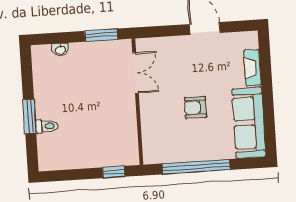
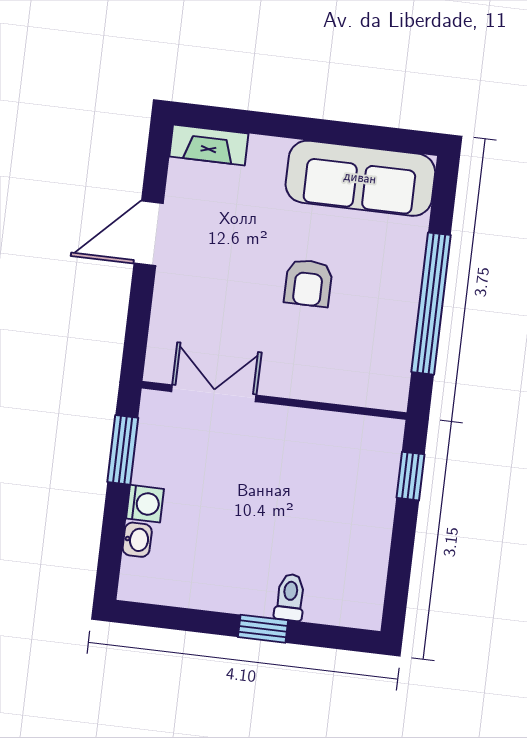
washing machine: (78, 50) -> (145, 504), added
fireplace: (252, 68) -> (209, 145), moved
window: (30, 116) -> (263, 629), width x0.67

